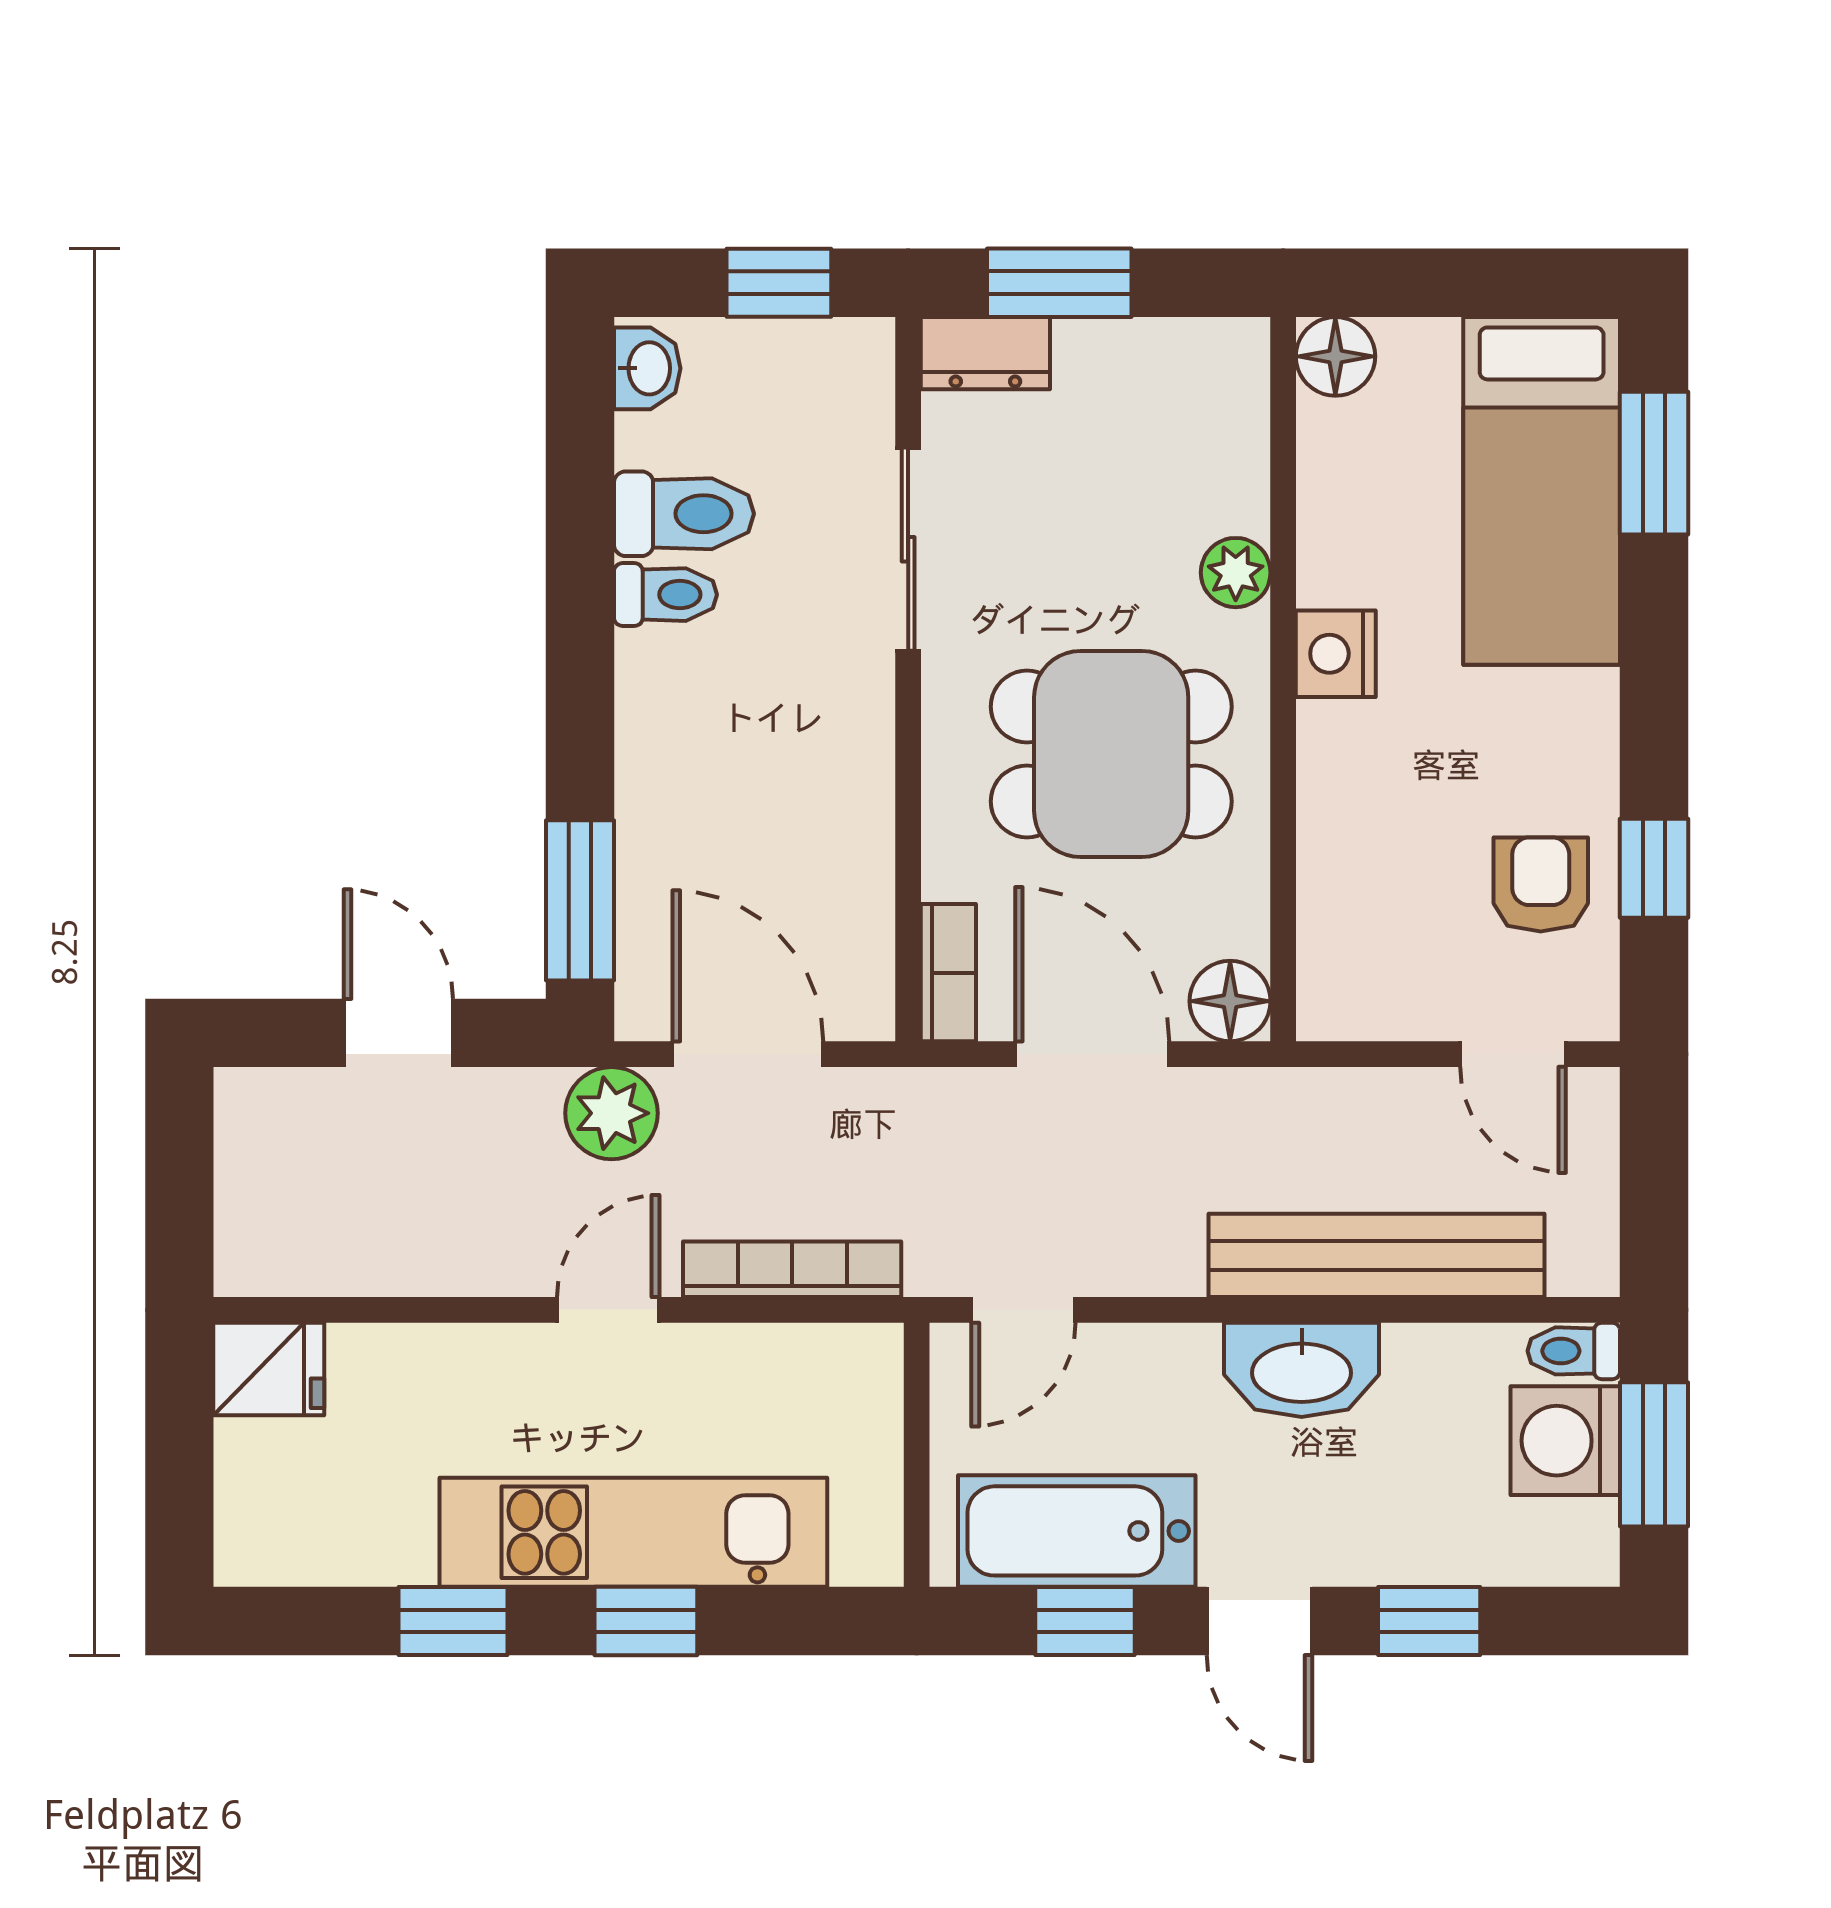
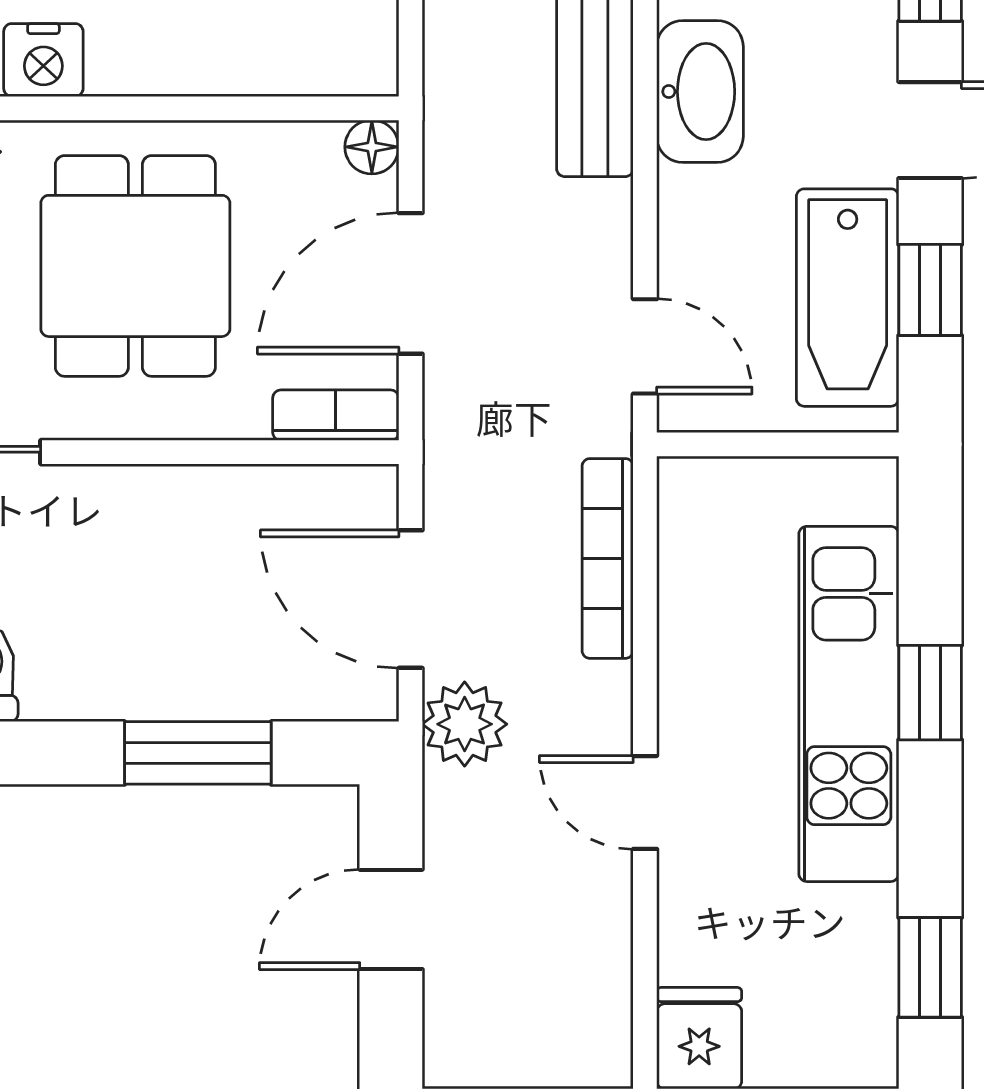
window: (580, 900) -> (198, 753), moved
floor lamp: (1230, 1001) -> (372, 147), width x0.73, depth x0.73
door: (748, 1054) -> (411, 599), hinge flipped
door: (608, 1310) -> (645, 802), moved
window: (453, 1621) -> (930, 967), moved

